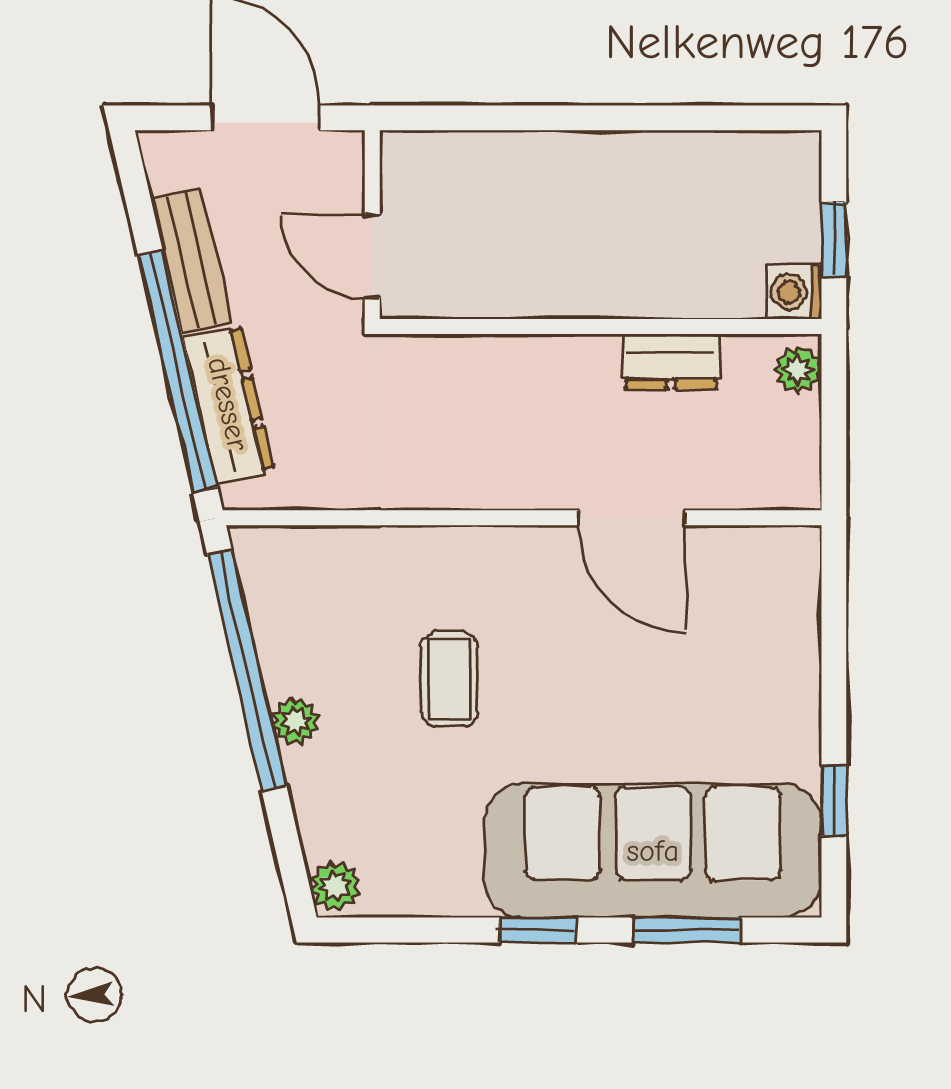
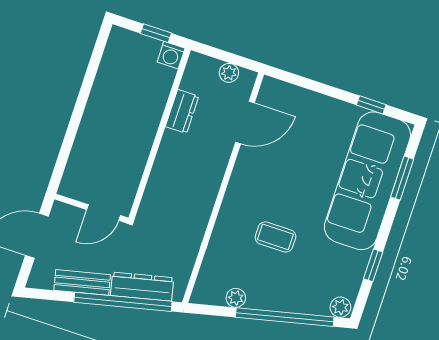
plant: (798, 370) -> (229, 73), moved
door: (632, 518) -> (245, 123), moved
window: (247, 670) -> (285, 317), moved
plant: (296, 721) -> (236, 298), moved
window: (538, 930) -> (373, 265), moved

